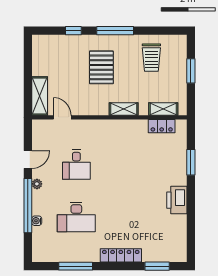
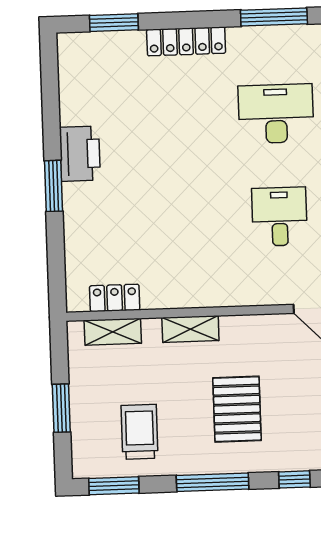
window: (165, 31) -> (114, 486), added
window: (191, 162) -> (53, 186), moved

